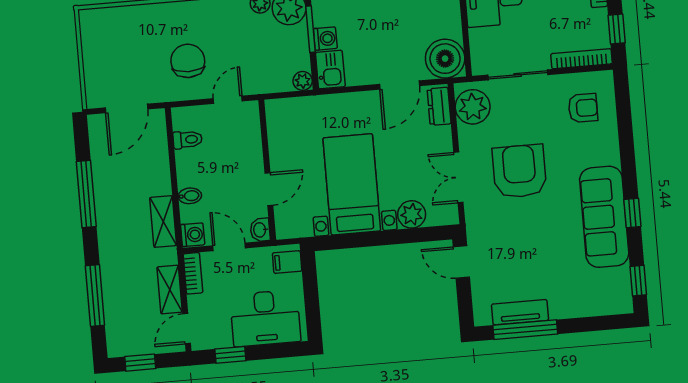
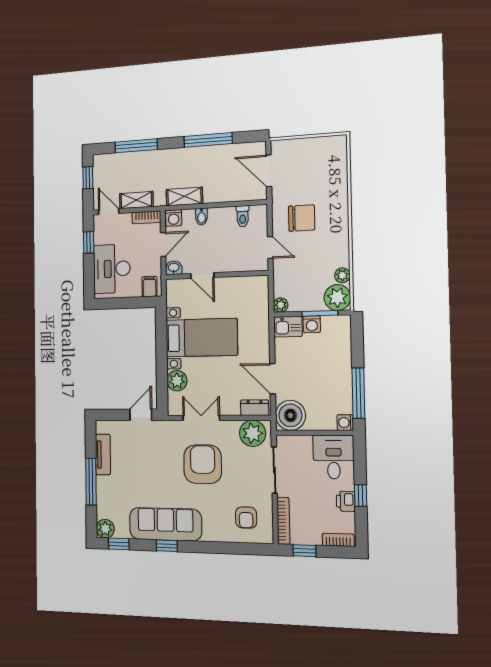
armchair: (519, 171) -> (203, 464), turned -90
plant: (620, 301) -> (105, 529), added
window: (525, 330) -> (91, 482), moved

